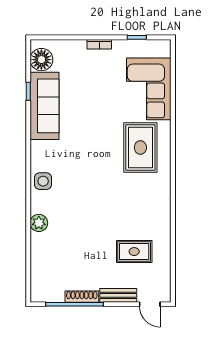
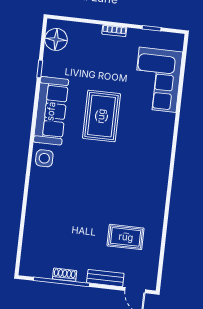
sofa: (44, 106) -> (51, 111), moved
rug: (140, 148) -> (101, 116), moved
plant: (39, 223) -> (36, 199), removed
shoe rack: (82, 297) -> (65, 275), width x0.70

